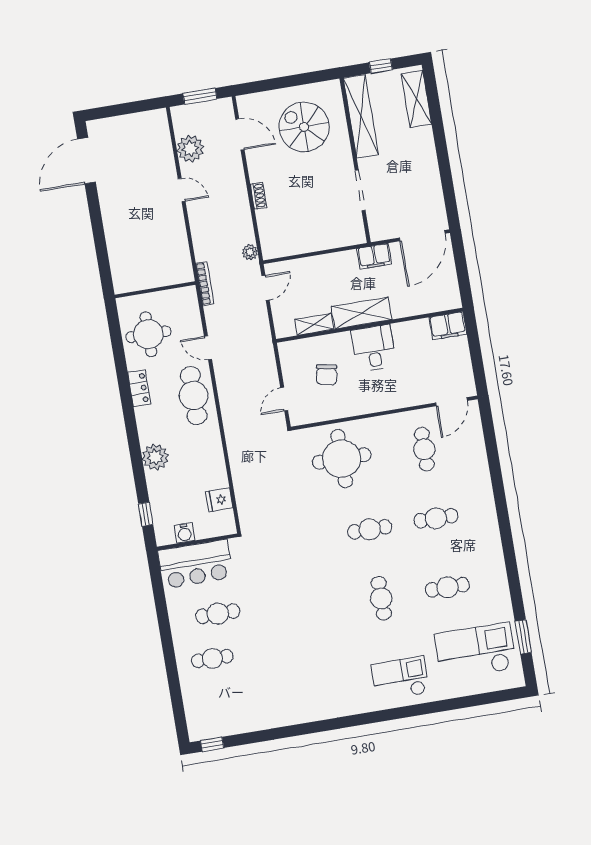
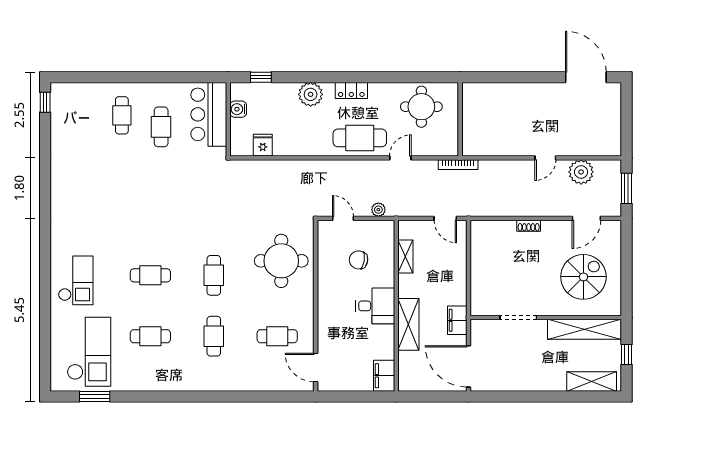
plant: (250, 252) -> (378, 210), moved
shelving: (362, 313) -> (408, 324), moved
locker: (139, 388) -> (351, 90), moved
cafe table: (447, 587) -> (150, 336), turned 90

